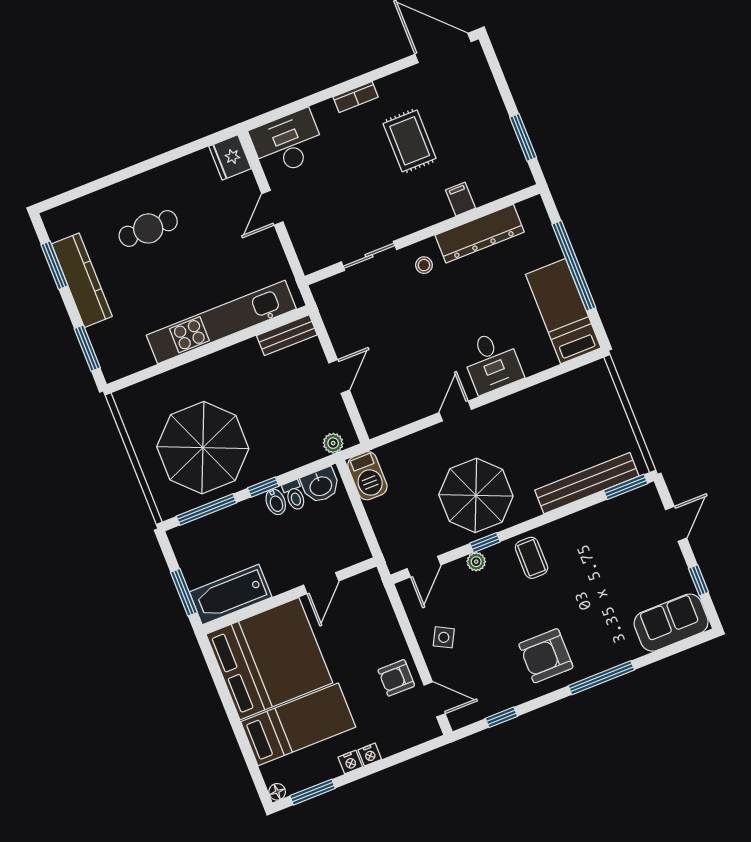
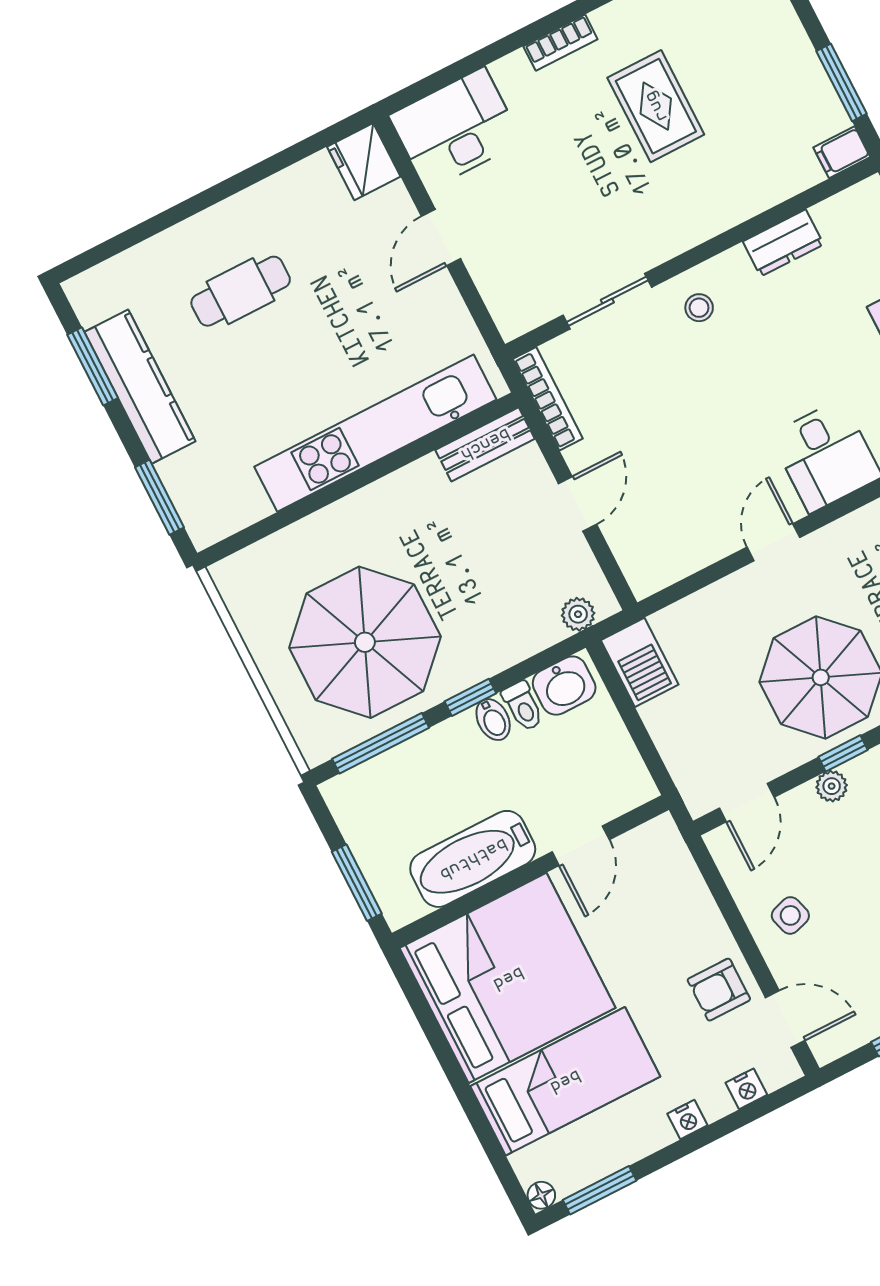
filing cabinet: (460, 199) -> (842, 152), moved, turned -90
dresser: (480, 234) -> (783, 243), width x0.51, depth x0.80
bookcase: (327, 311) -> (548, 399), added
bathtub: (231, 595) -> (473, 859), moved
side table: (444, 637) -> (790, 915), turned 45
nightstand: (350, 762) -> (746, 1089), moved

